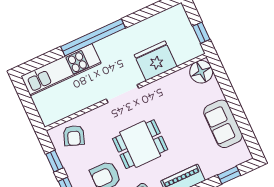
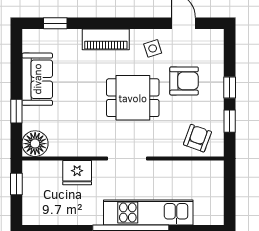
fridge: (156, 61) -> (77, 173), width x0.73, depth x0.75
kitchen unit: (61, 70) -> (148, 212), moved
window: (228, 91) -> (16, 111), added

